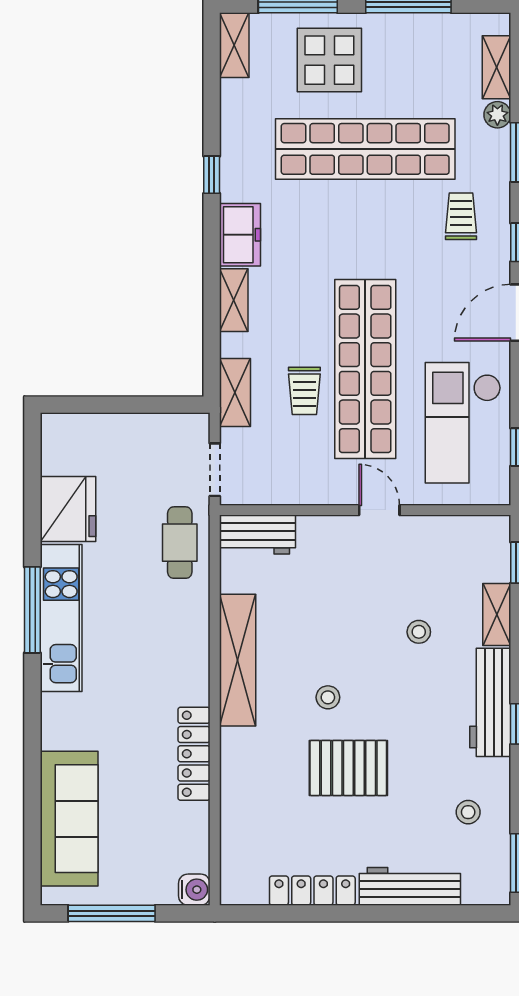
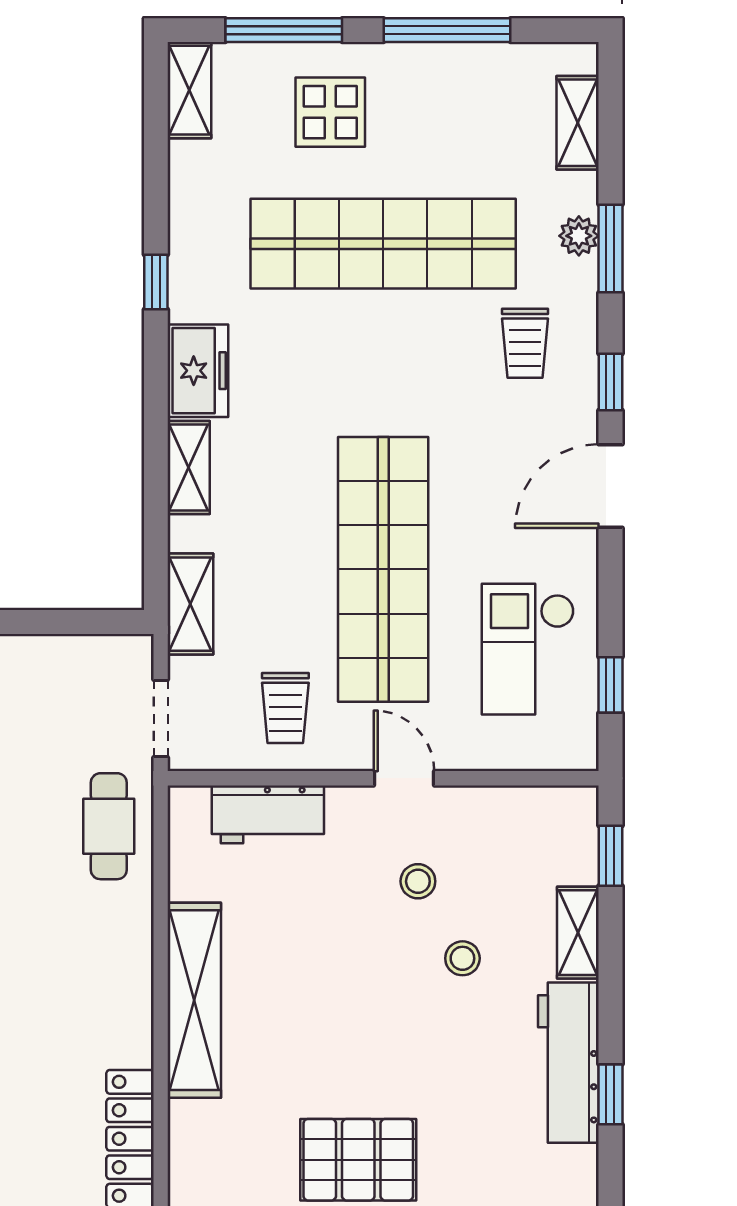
display table: (329, 60) -> (330, 112), width x0.73, depth x0.73
plant: (497, 115) -> (579, 236), moved
trolley: (461, 216) -> (525, 343), turned 180
trolley: (304, 391) -> (285, 708), moved
checkout: (463, 423) -> (528, 649), width x0.73, depth x0.83
workbench: (257, 535) -> (268, 814), moved
stool: (328, 697) -> (418, 881), moved

